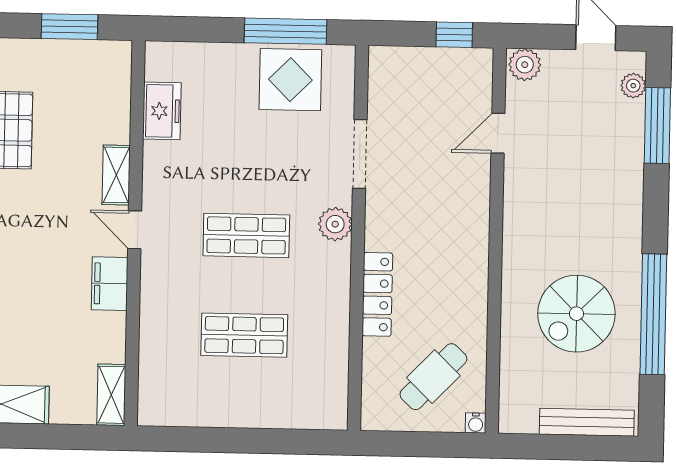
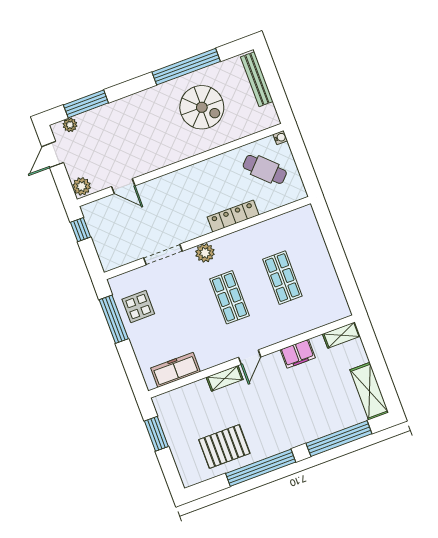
display table: (290, 80) -> (138, 307), width x0.73, depth x0.73
freezer: (162, 111) -> (175, 370), width x1.40
filing cabinet: (110, 284) -> (298, 354), moved

